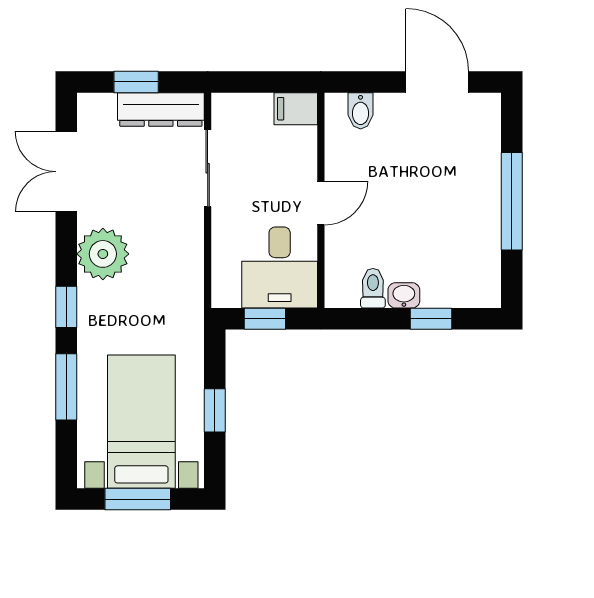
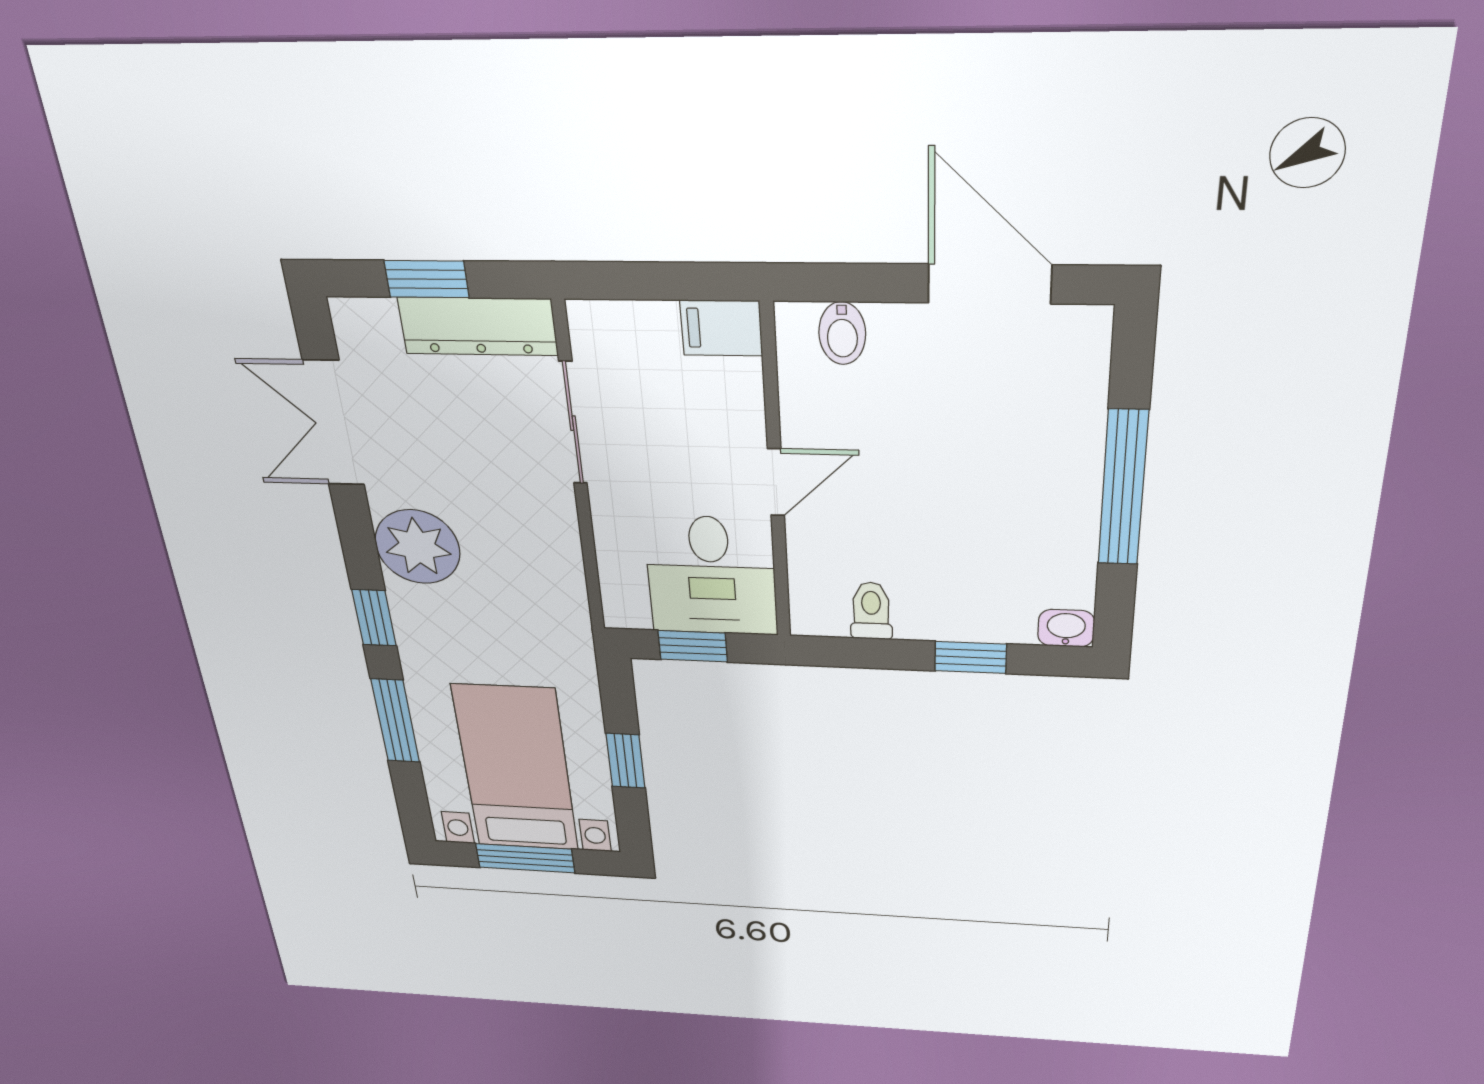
washbasin: (404, 295) -> (1066, 628), moved

